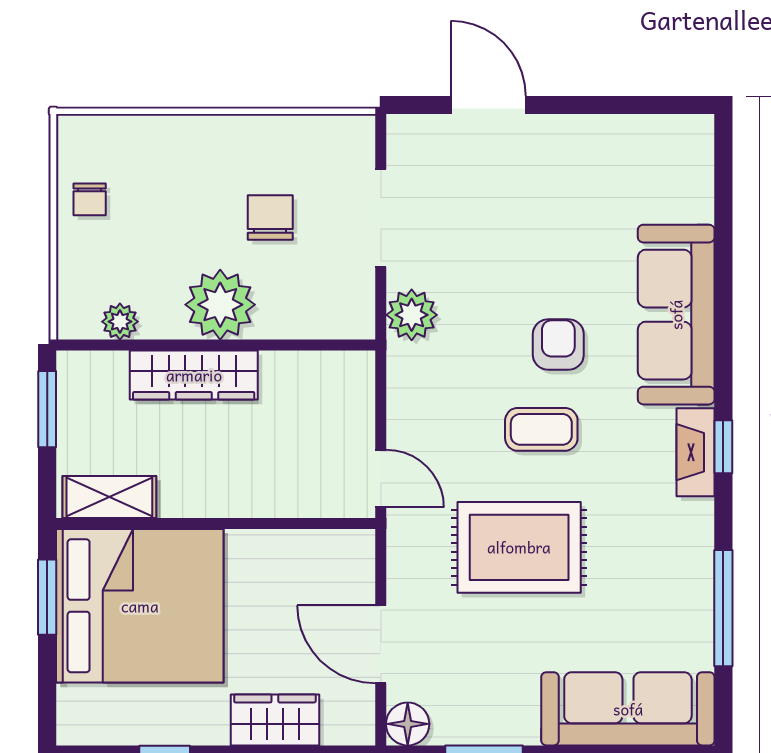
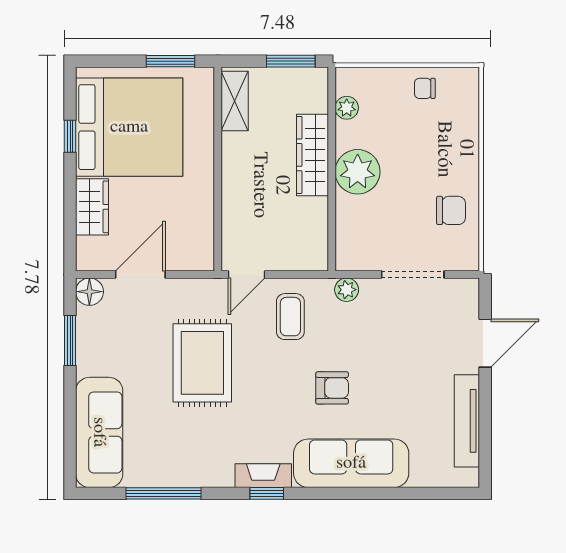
tv unit: (610, 134) -> (467, 421), added
chair: (270, 217) -> (451, 210), moved
plant: (412, 315) -> (347, 290), width x0.73, depth x0.73
coffee table: (541, 429) -> (290, 317), moved
bed: (140, 606) -> (129, 127), moved, turned -90

